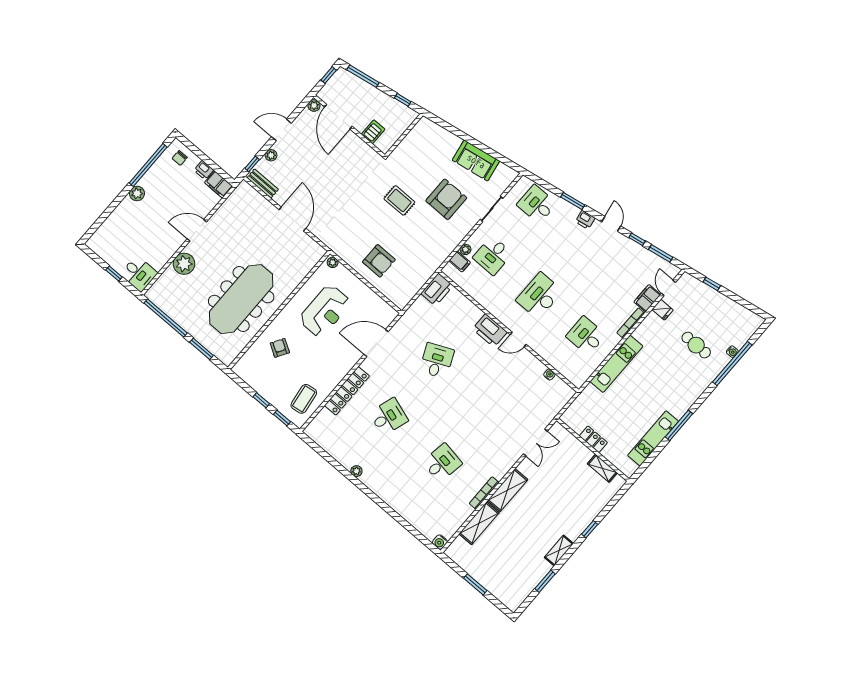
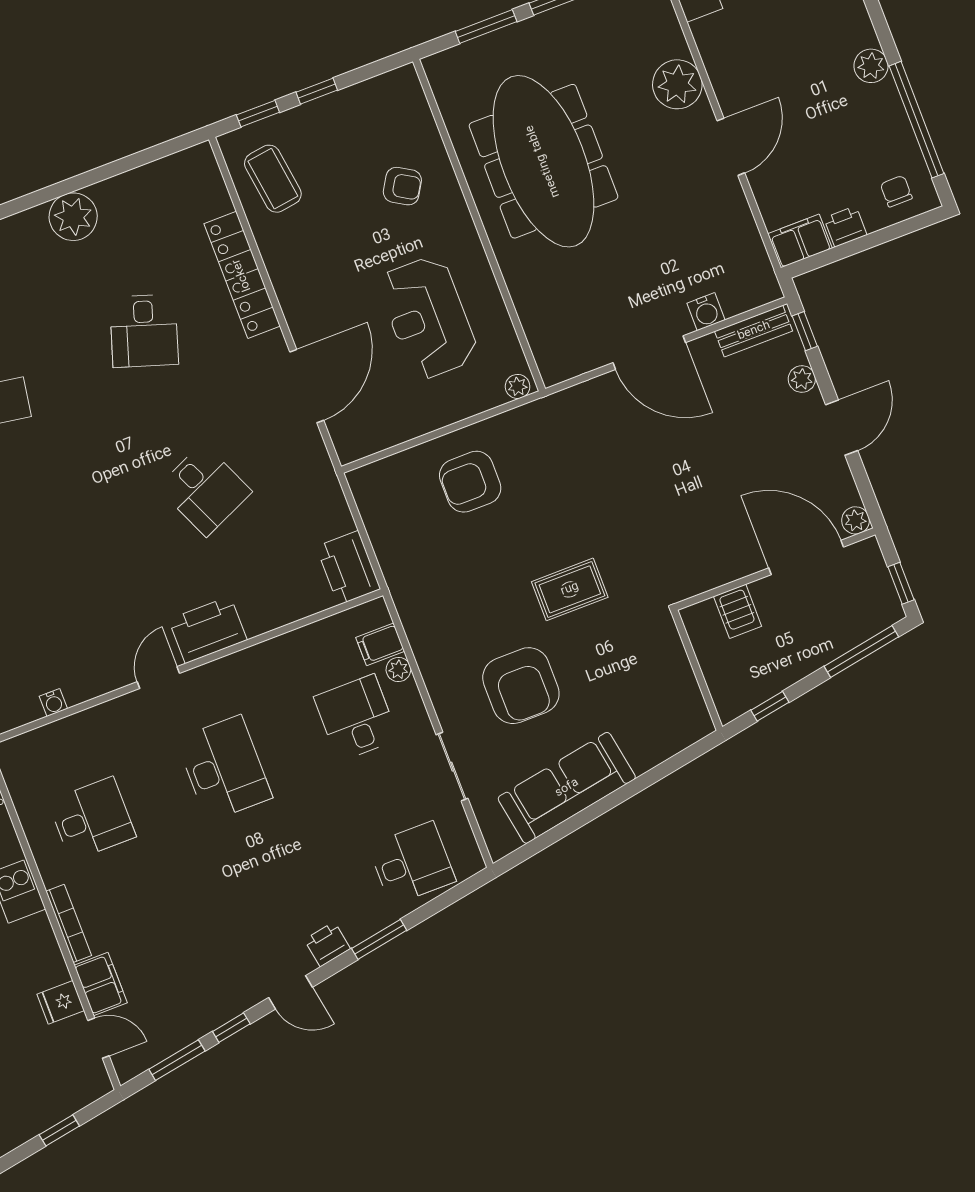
sofa: (476, 161) -> (567, 788), width x1.36
water cooler: (265, 206) -> (706, 312), added
plant: (356, 471) -> (73, 217), width x1.88, depth x1.88

